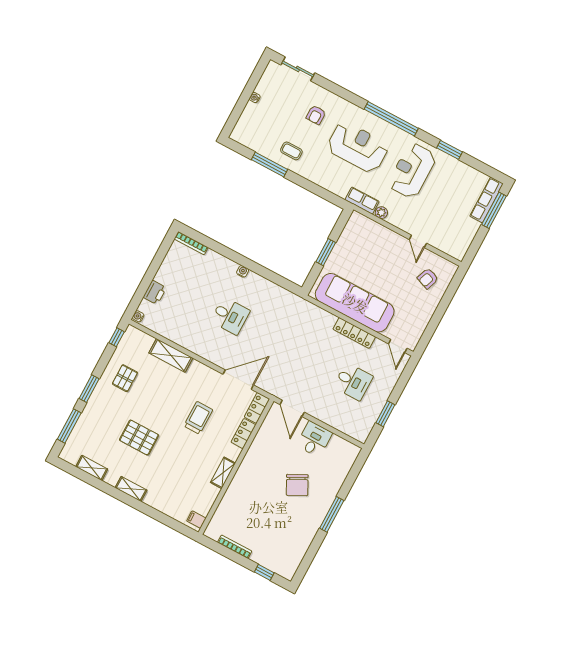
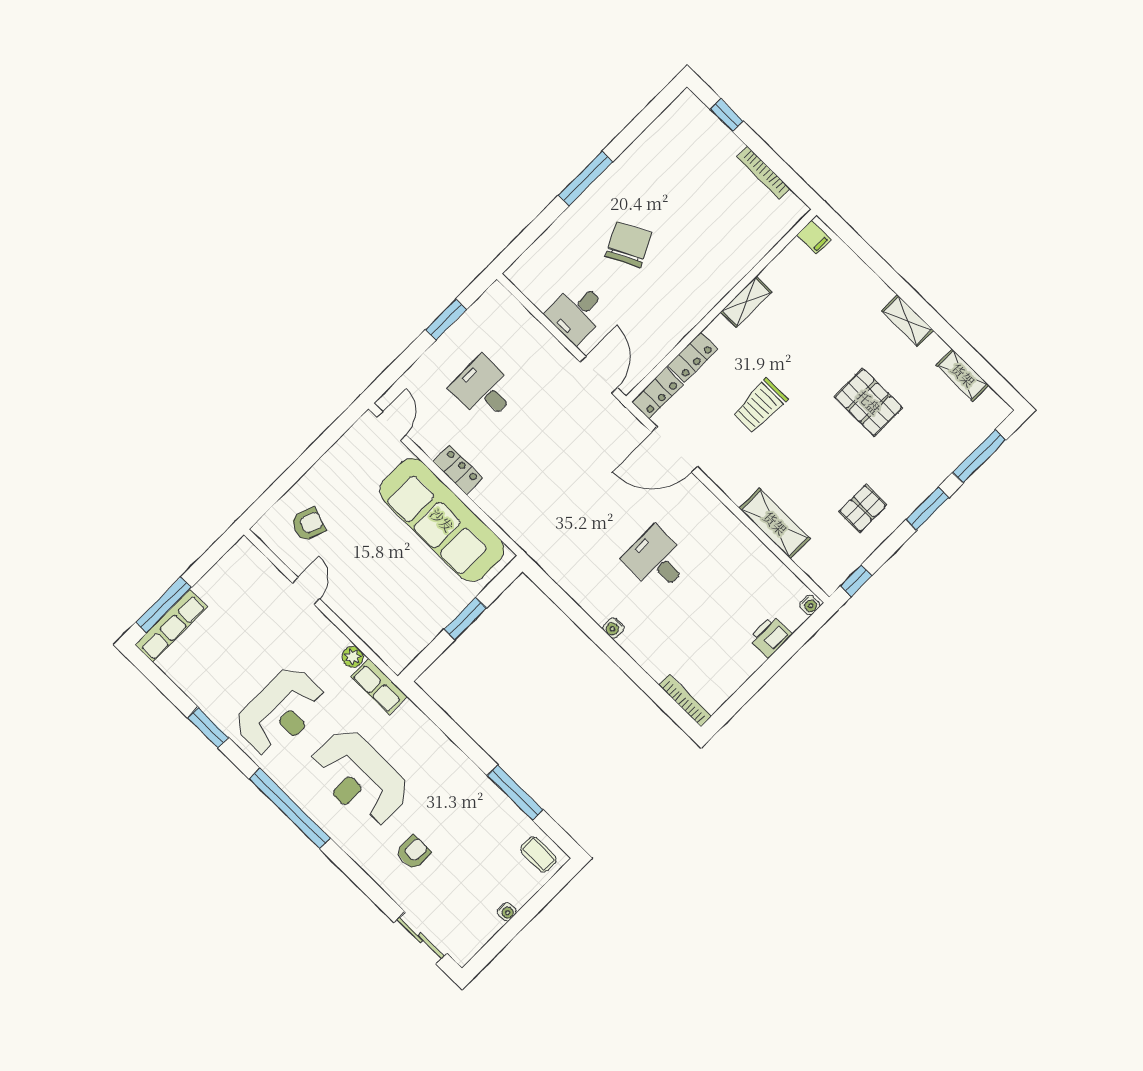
coffee table: (291, 151) -> (538, 854), moved
locker: (354, 333) -> (458, 470), width x0.66

